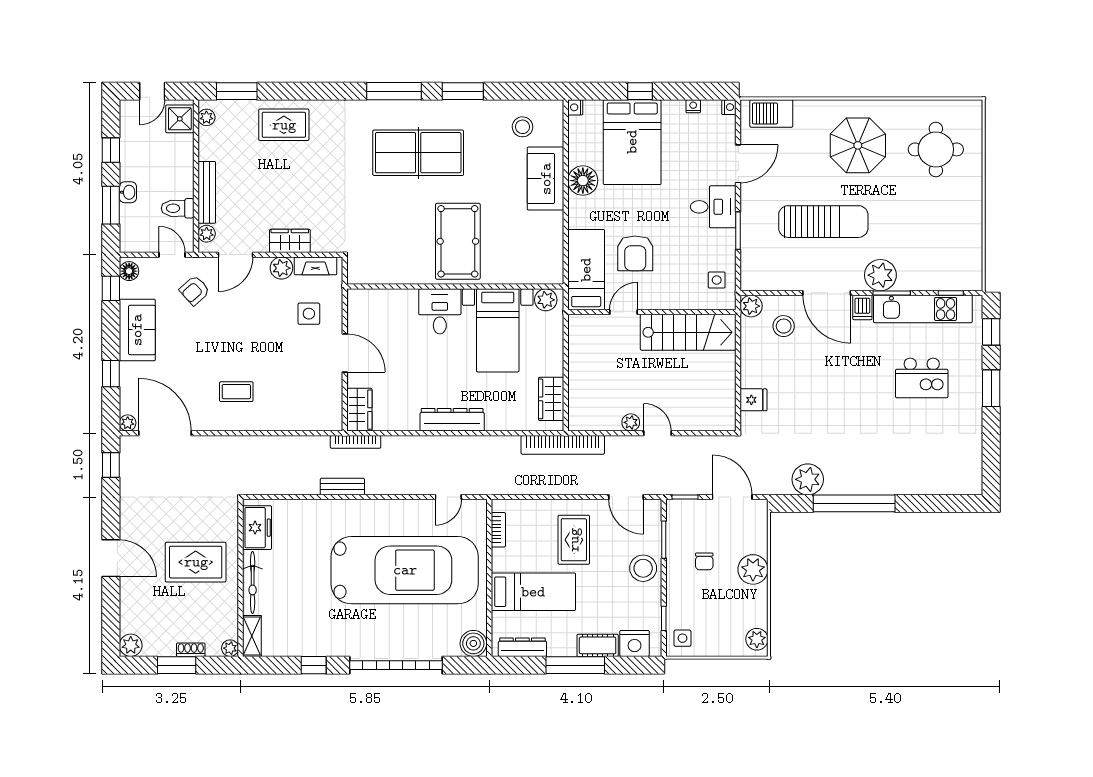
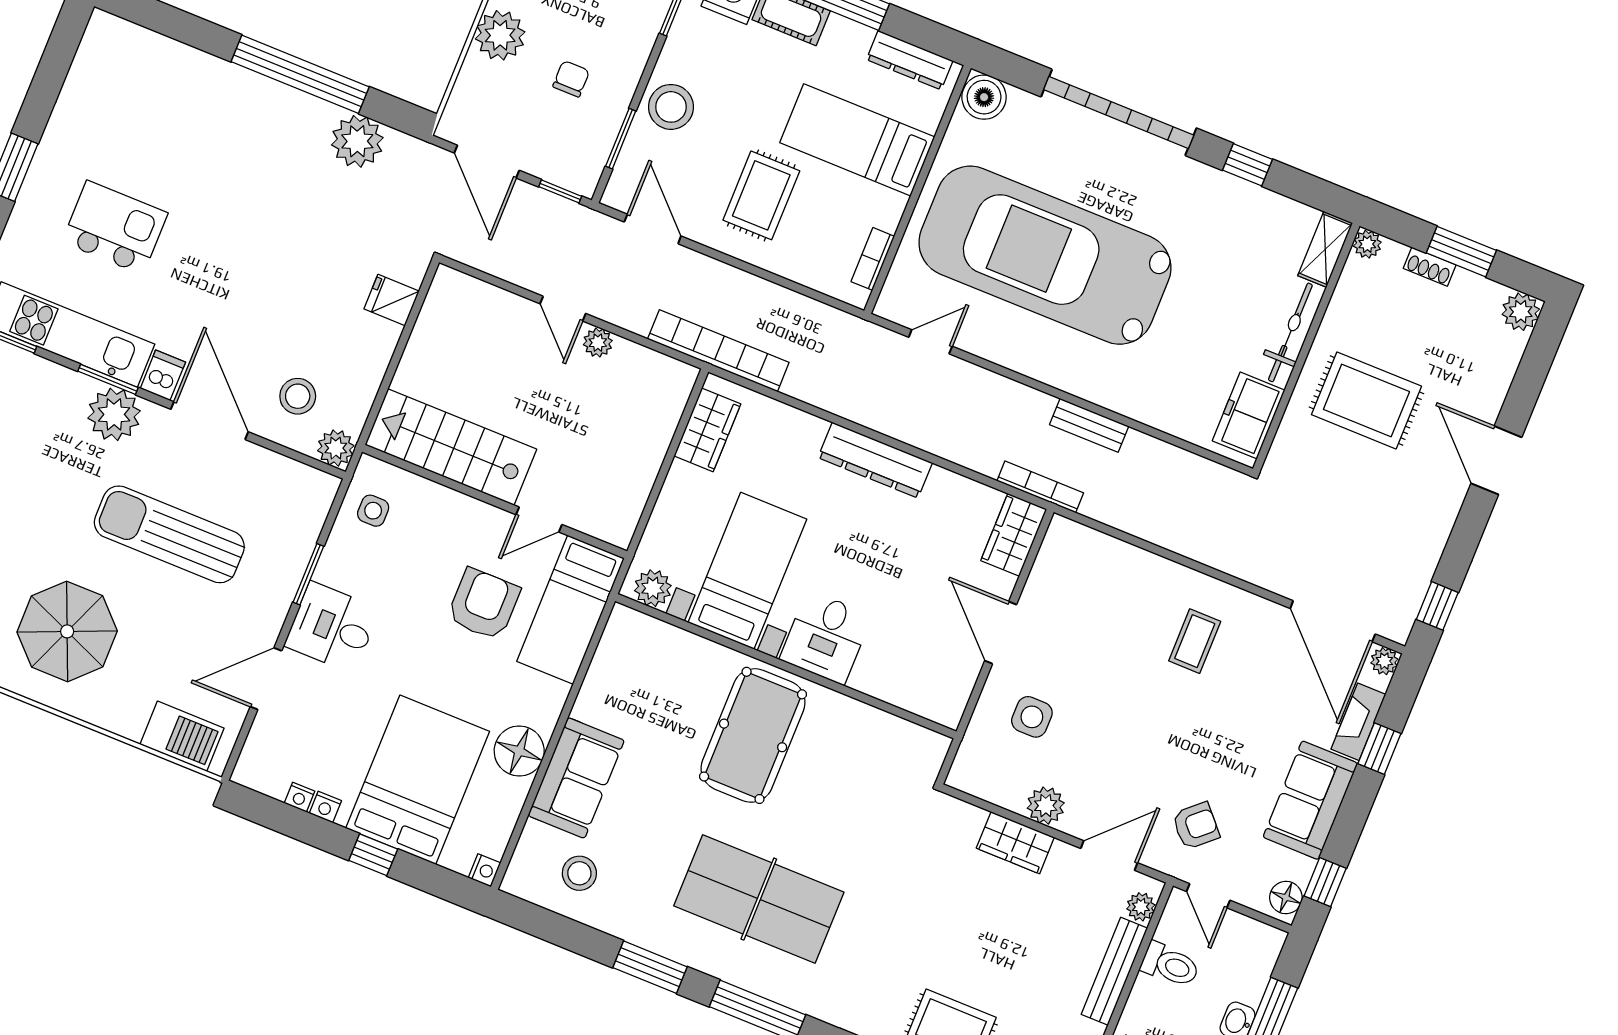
nightstand: (729, 107) -> (325, 807), moved, turned -90
fireplace: (315, 266) -> (1358, 722), moved, turned -90
coffee table: (236, 392) -> (1195, 641), turned 90

